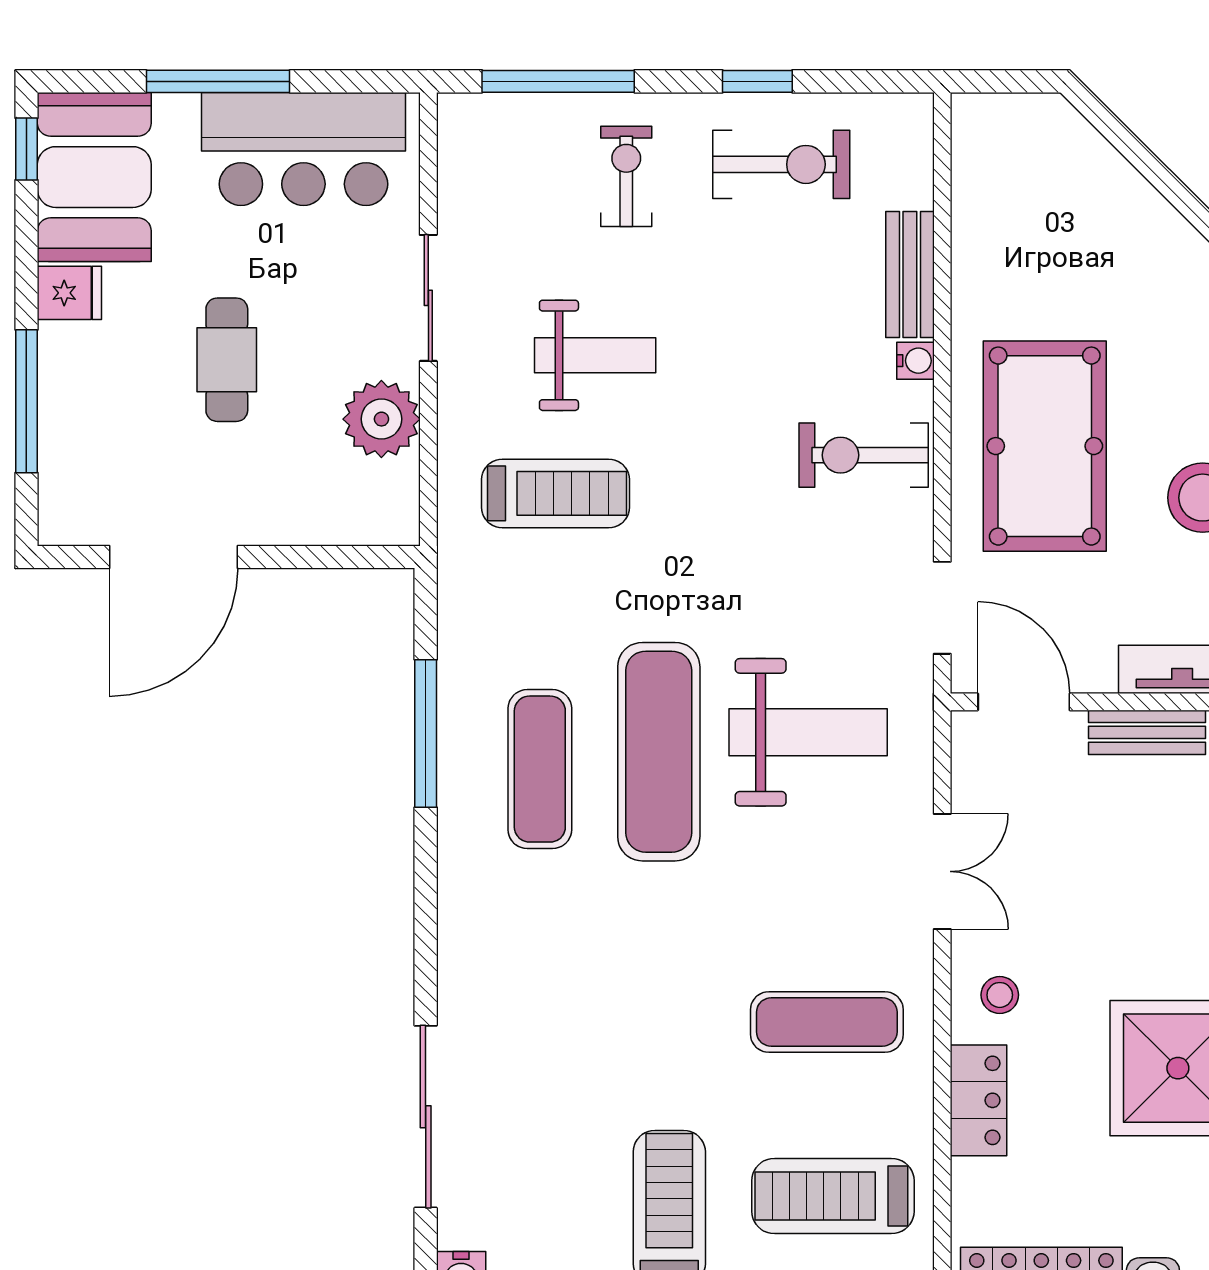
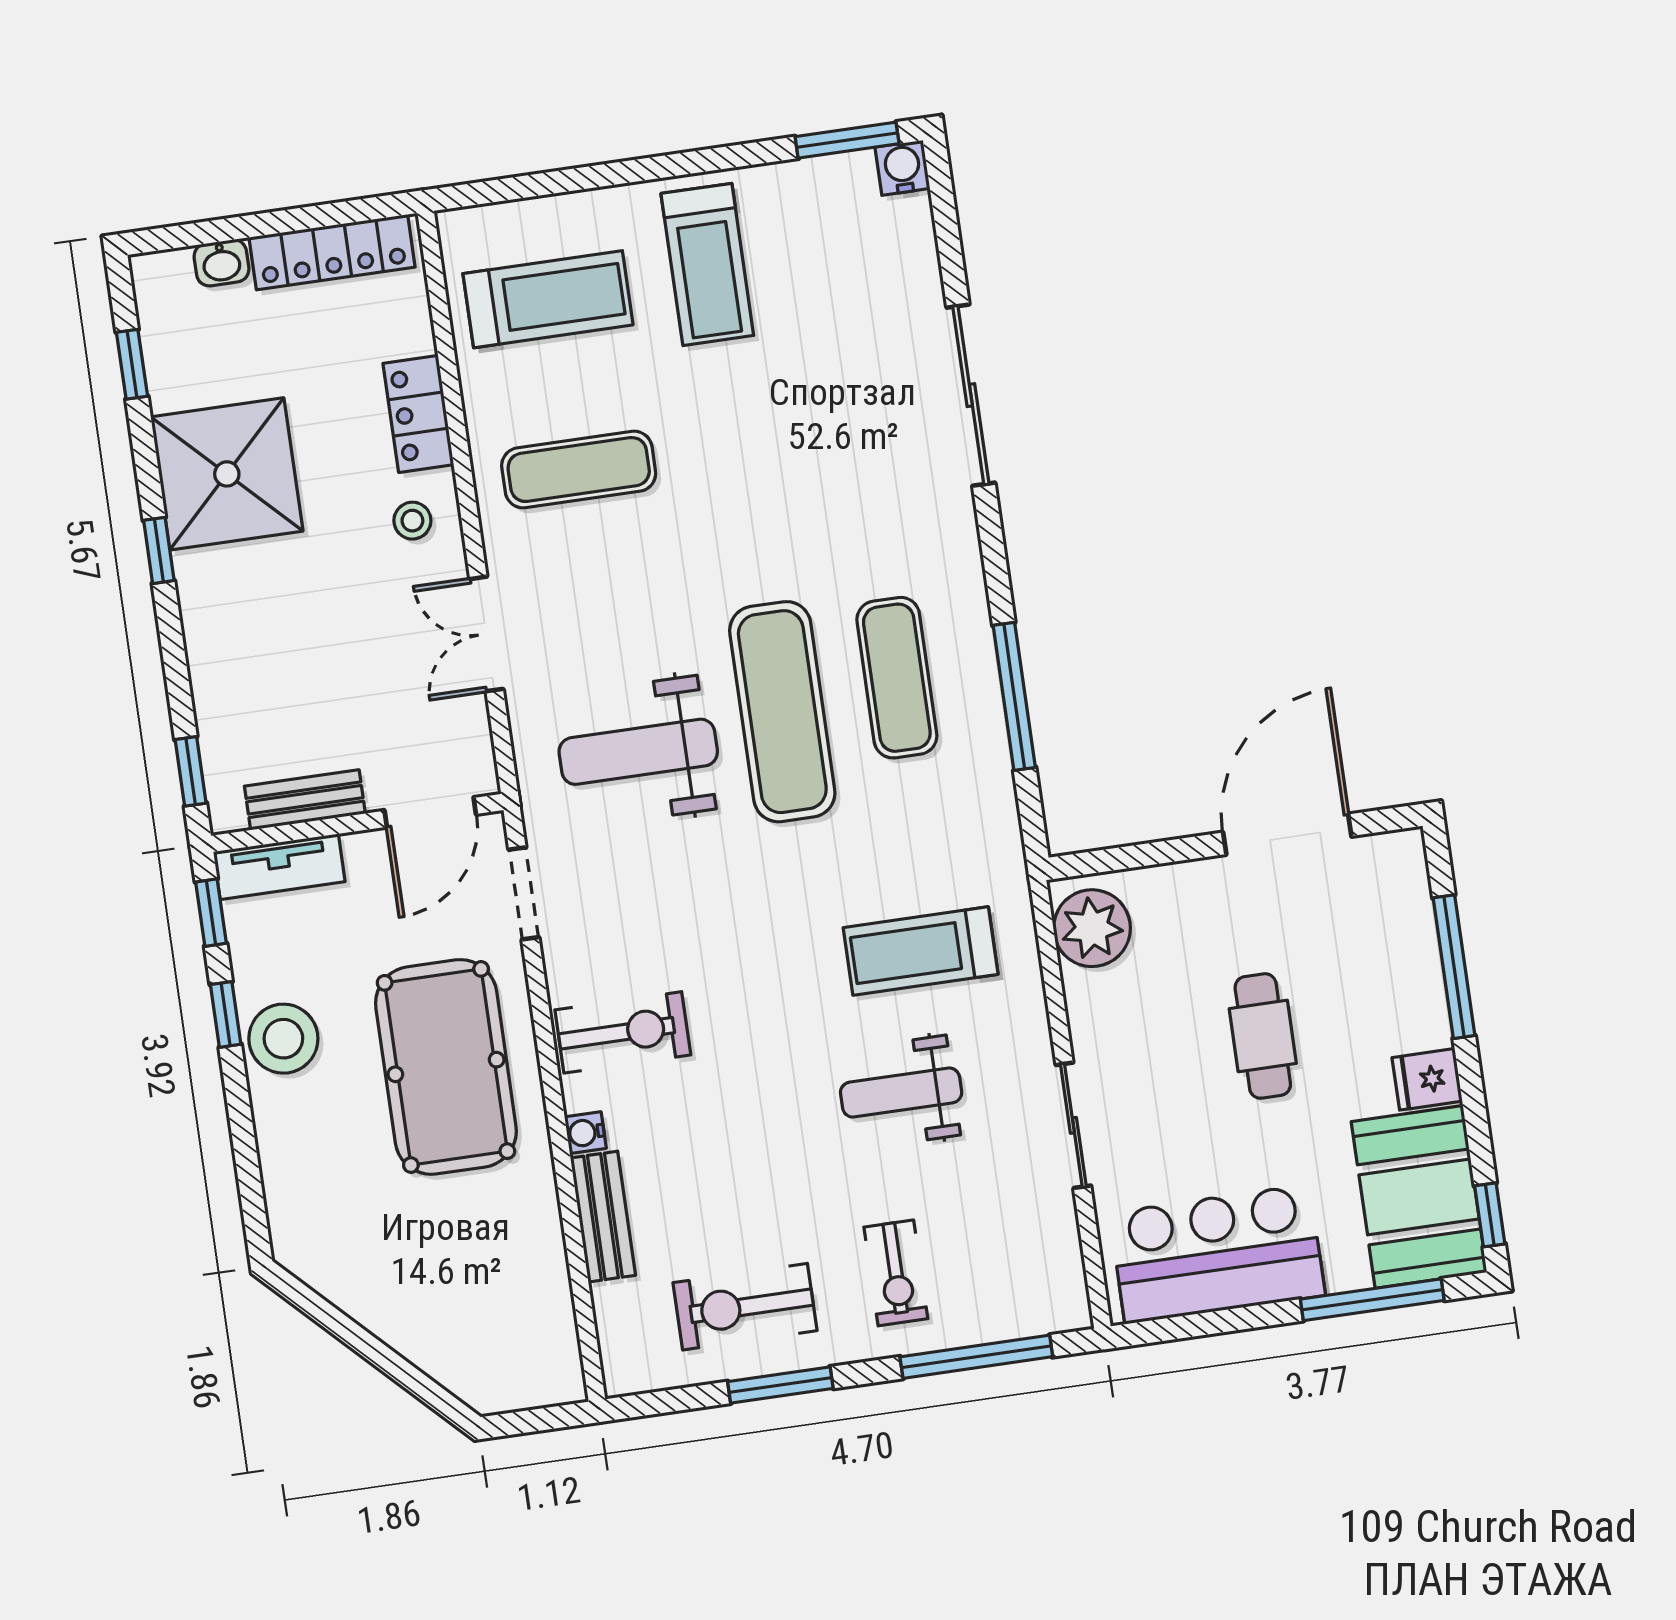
window: (218, 81) -> (1372, 1300), moved
window: (757, 81) -> (780, 1385), width x1.50
plant: (381, 419) -> (1092, 928), moved
door: (1024, 702) -> (430, 812), hinge flipped
sliding door: (426, 1117) -> (971, 395), moved

